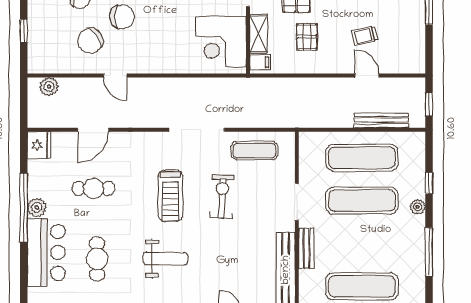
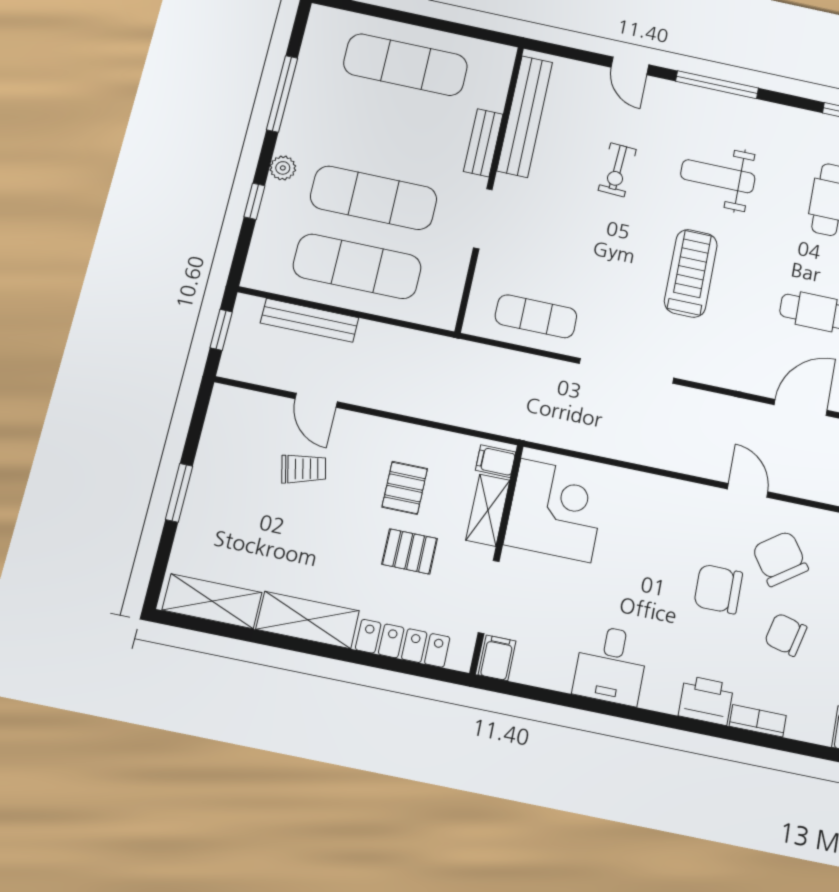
chair: (90, 41) -> (780, 559), turned -88
exercise bike: (222, 196) -> (617, 170), moved, width x0.73, depth x0.72

